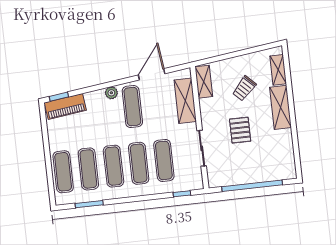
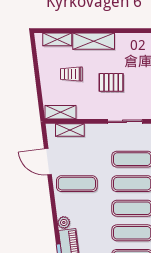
trolley: (244, 88) -> (71, 74), turned 136
plant: (111, 93) -> (64, 222), moved
shelving: (185, 101) -> (70, 130), width x0.67, depth x0.75

